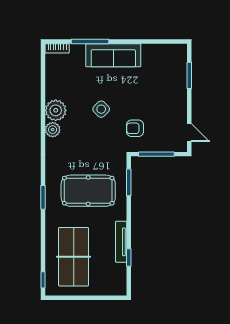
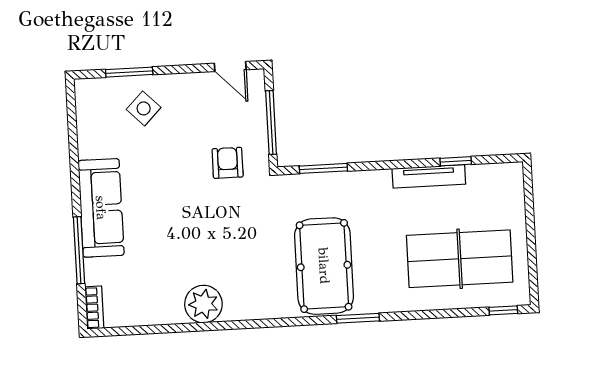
side table: (101, 109) -> (144, 108), moved
armchair: (135, 128) -> (228, 163), turned 180
plant: (53, 130) -> (238, 308), removed
door: (189, 133) -> (230, 67), swing flipped
pool table: (88, 191) -> (324, 266), moved

